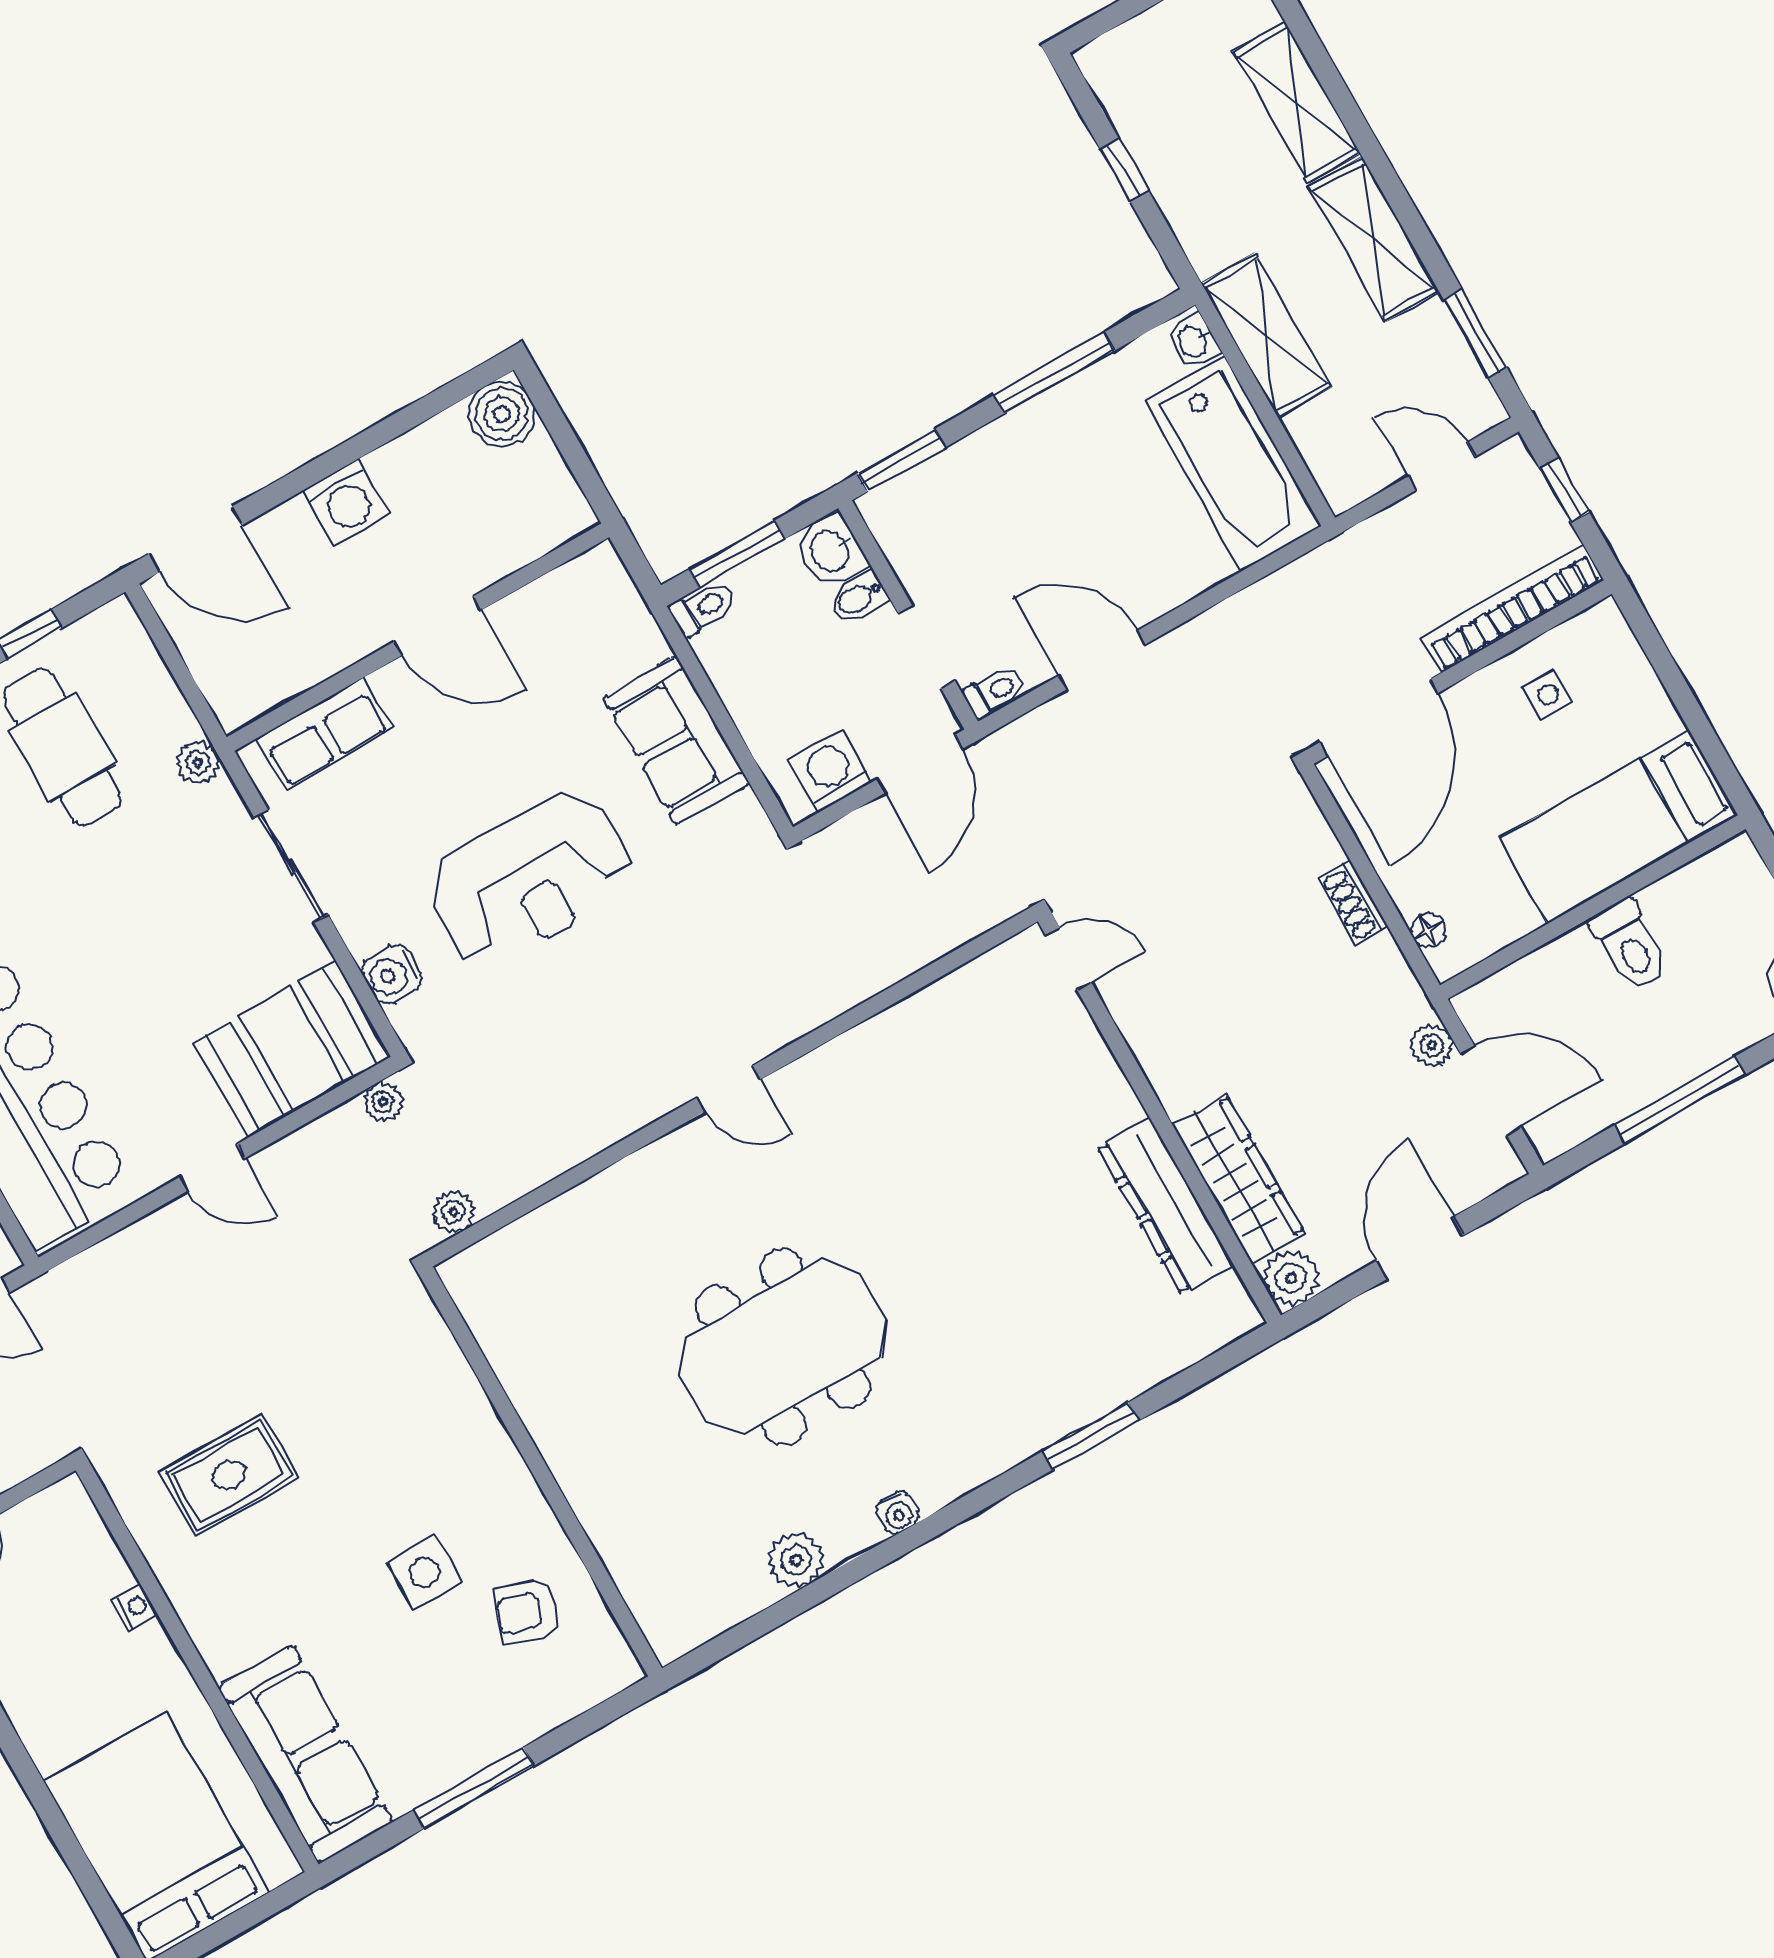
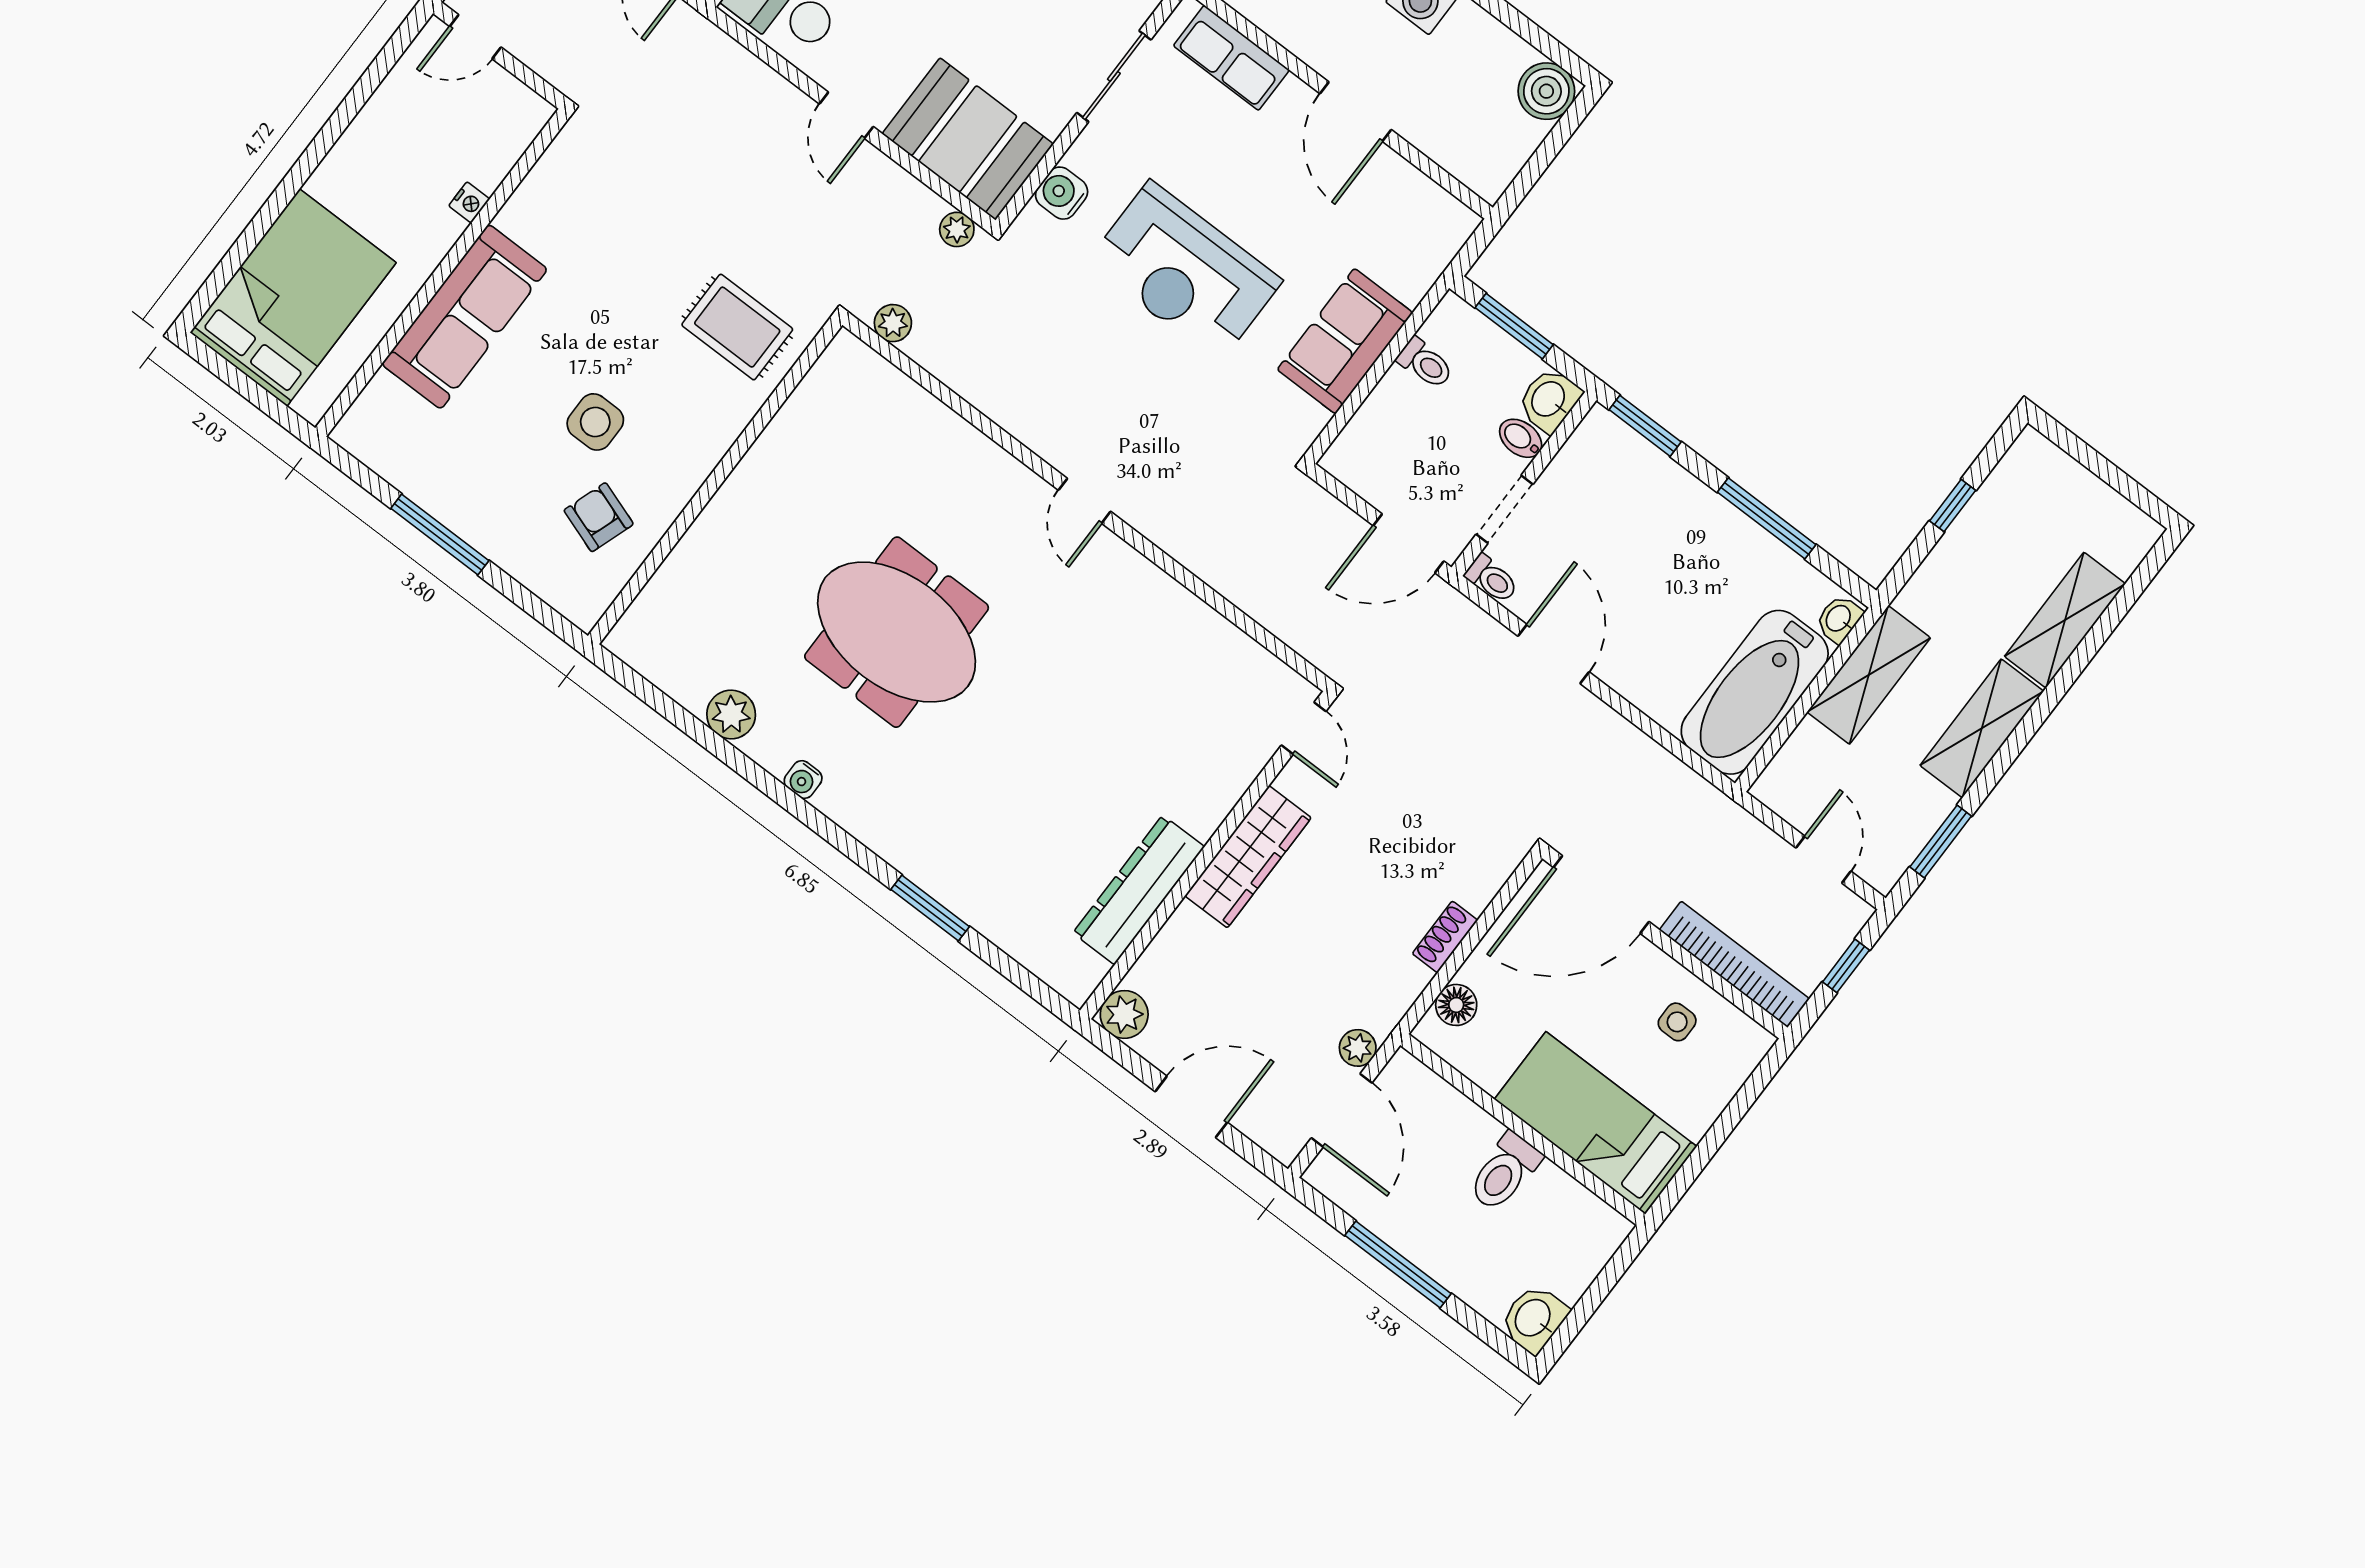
toilet: (703, 608) -> (1425, 363), moved
washing machine: (830, 771) -> (1373, 474), removed
floor lamp: (1428, 930) -> (1456, 1005), width x1.37, depth x1.37
wardrobe: (1239, 1179) -> (1248, 857), moved
rug: (229, 1475) -> (737, 327), moved
sofa: (306, 1754) -> (465, 317), moved

